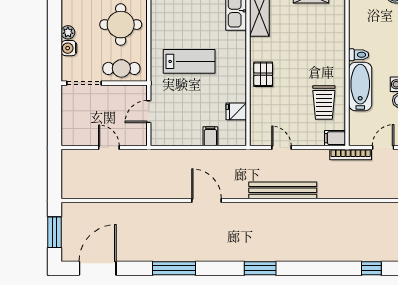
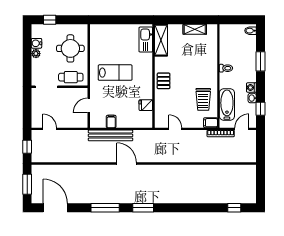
water cooler: (69, 48) -> (36, 43), moved
bathtub: (360, 87) -> (227, 105), moved
filing cabinet: (210, 136) -> (111, 121), moved
door: (109, 148) -> (50, 129), moved
window: (55, 175) -> (27, 147), added
bench: (283, 190) -> (110, 135), moved
door: (98, 268) -> (55, 208), hinge flipped
window: (260, 268) -> (143, 208), moved

